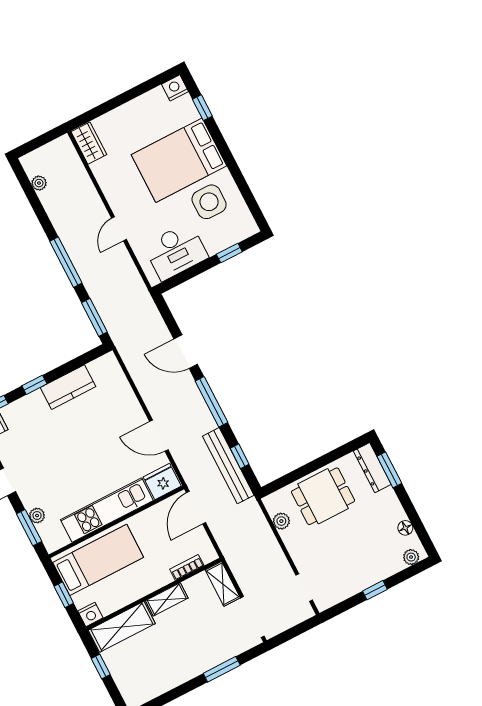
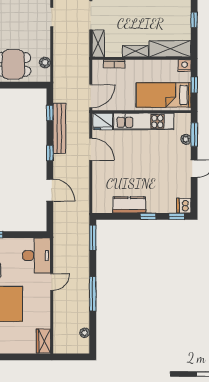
desk: (176, 251) -> (37, 255), moved, turned 90
window: (66, 262) -> (93, 294), moved
window: (212, 402) -> (50, 153), width x0.46
bench: (228, 466) -> (59, 128), moved
window: (101, 666) -> (194, 20), moved

